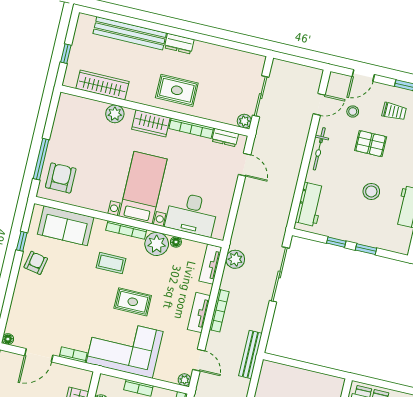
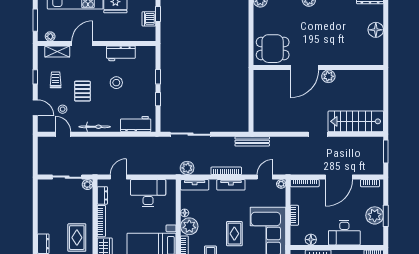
desk: (192, 214) -> (148, 193), moved, turned -90

